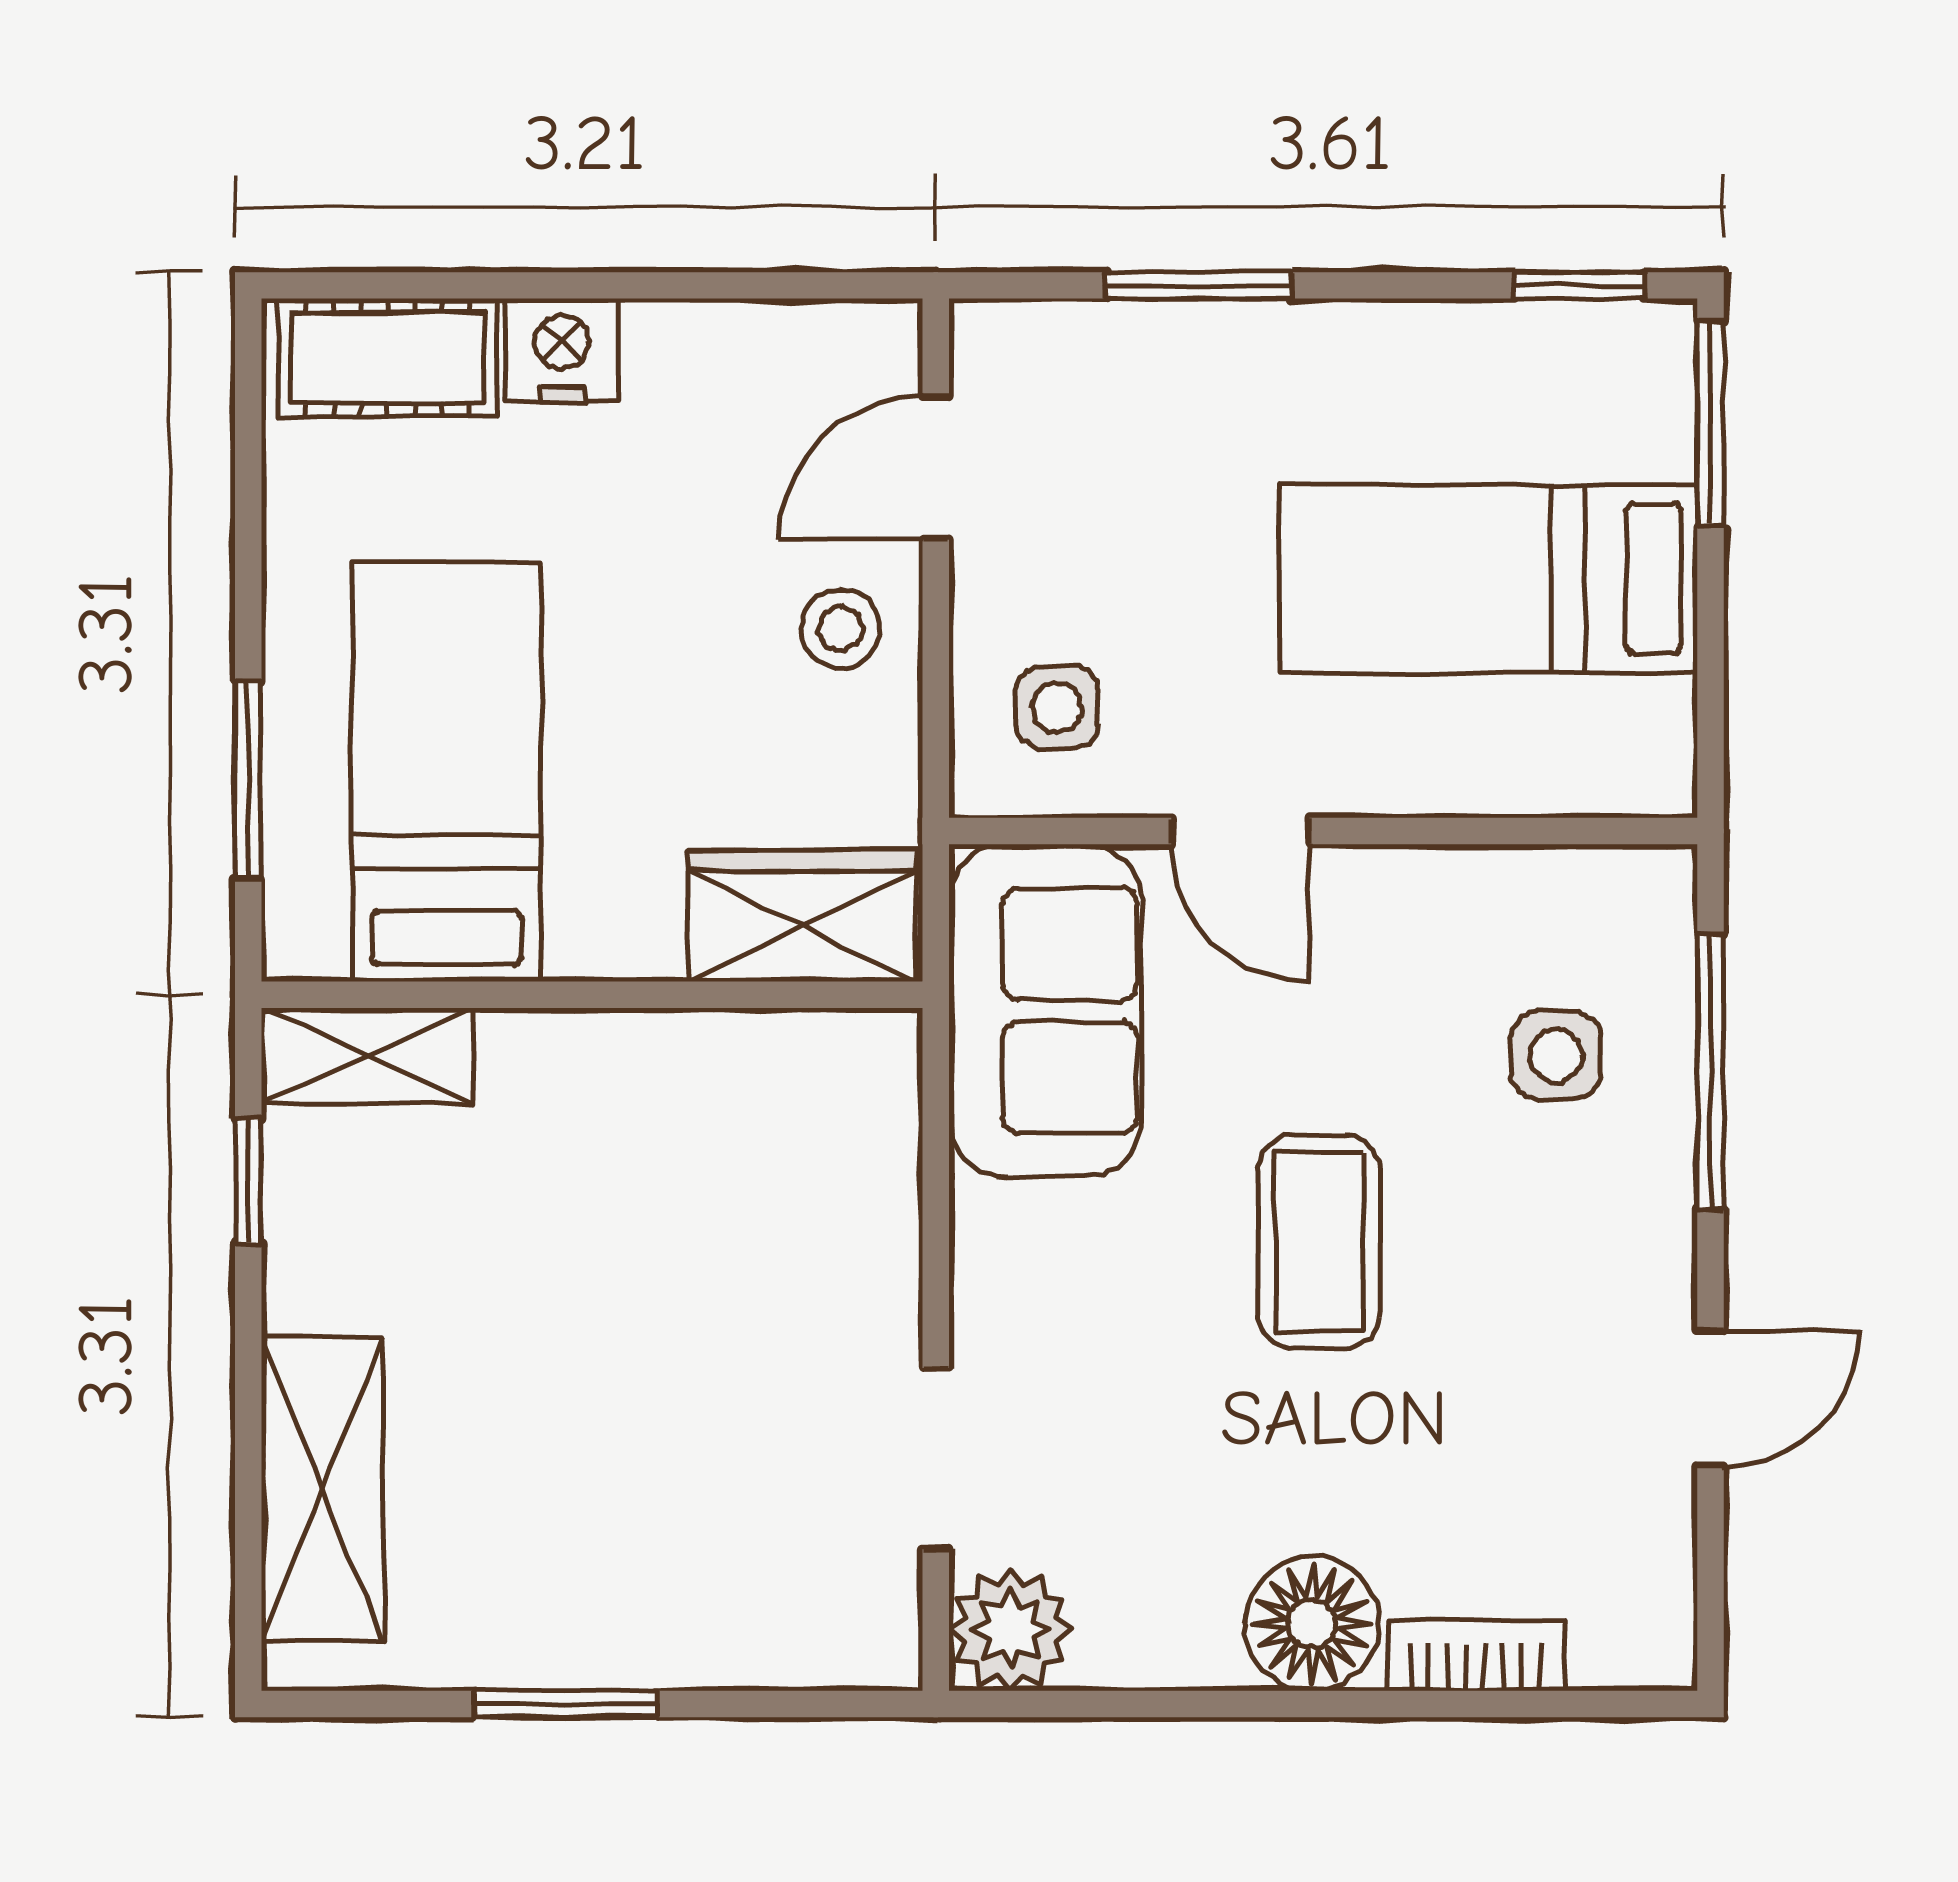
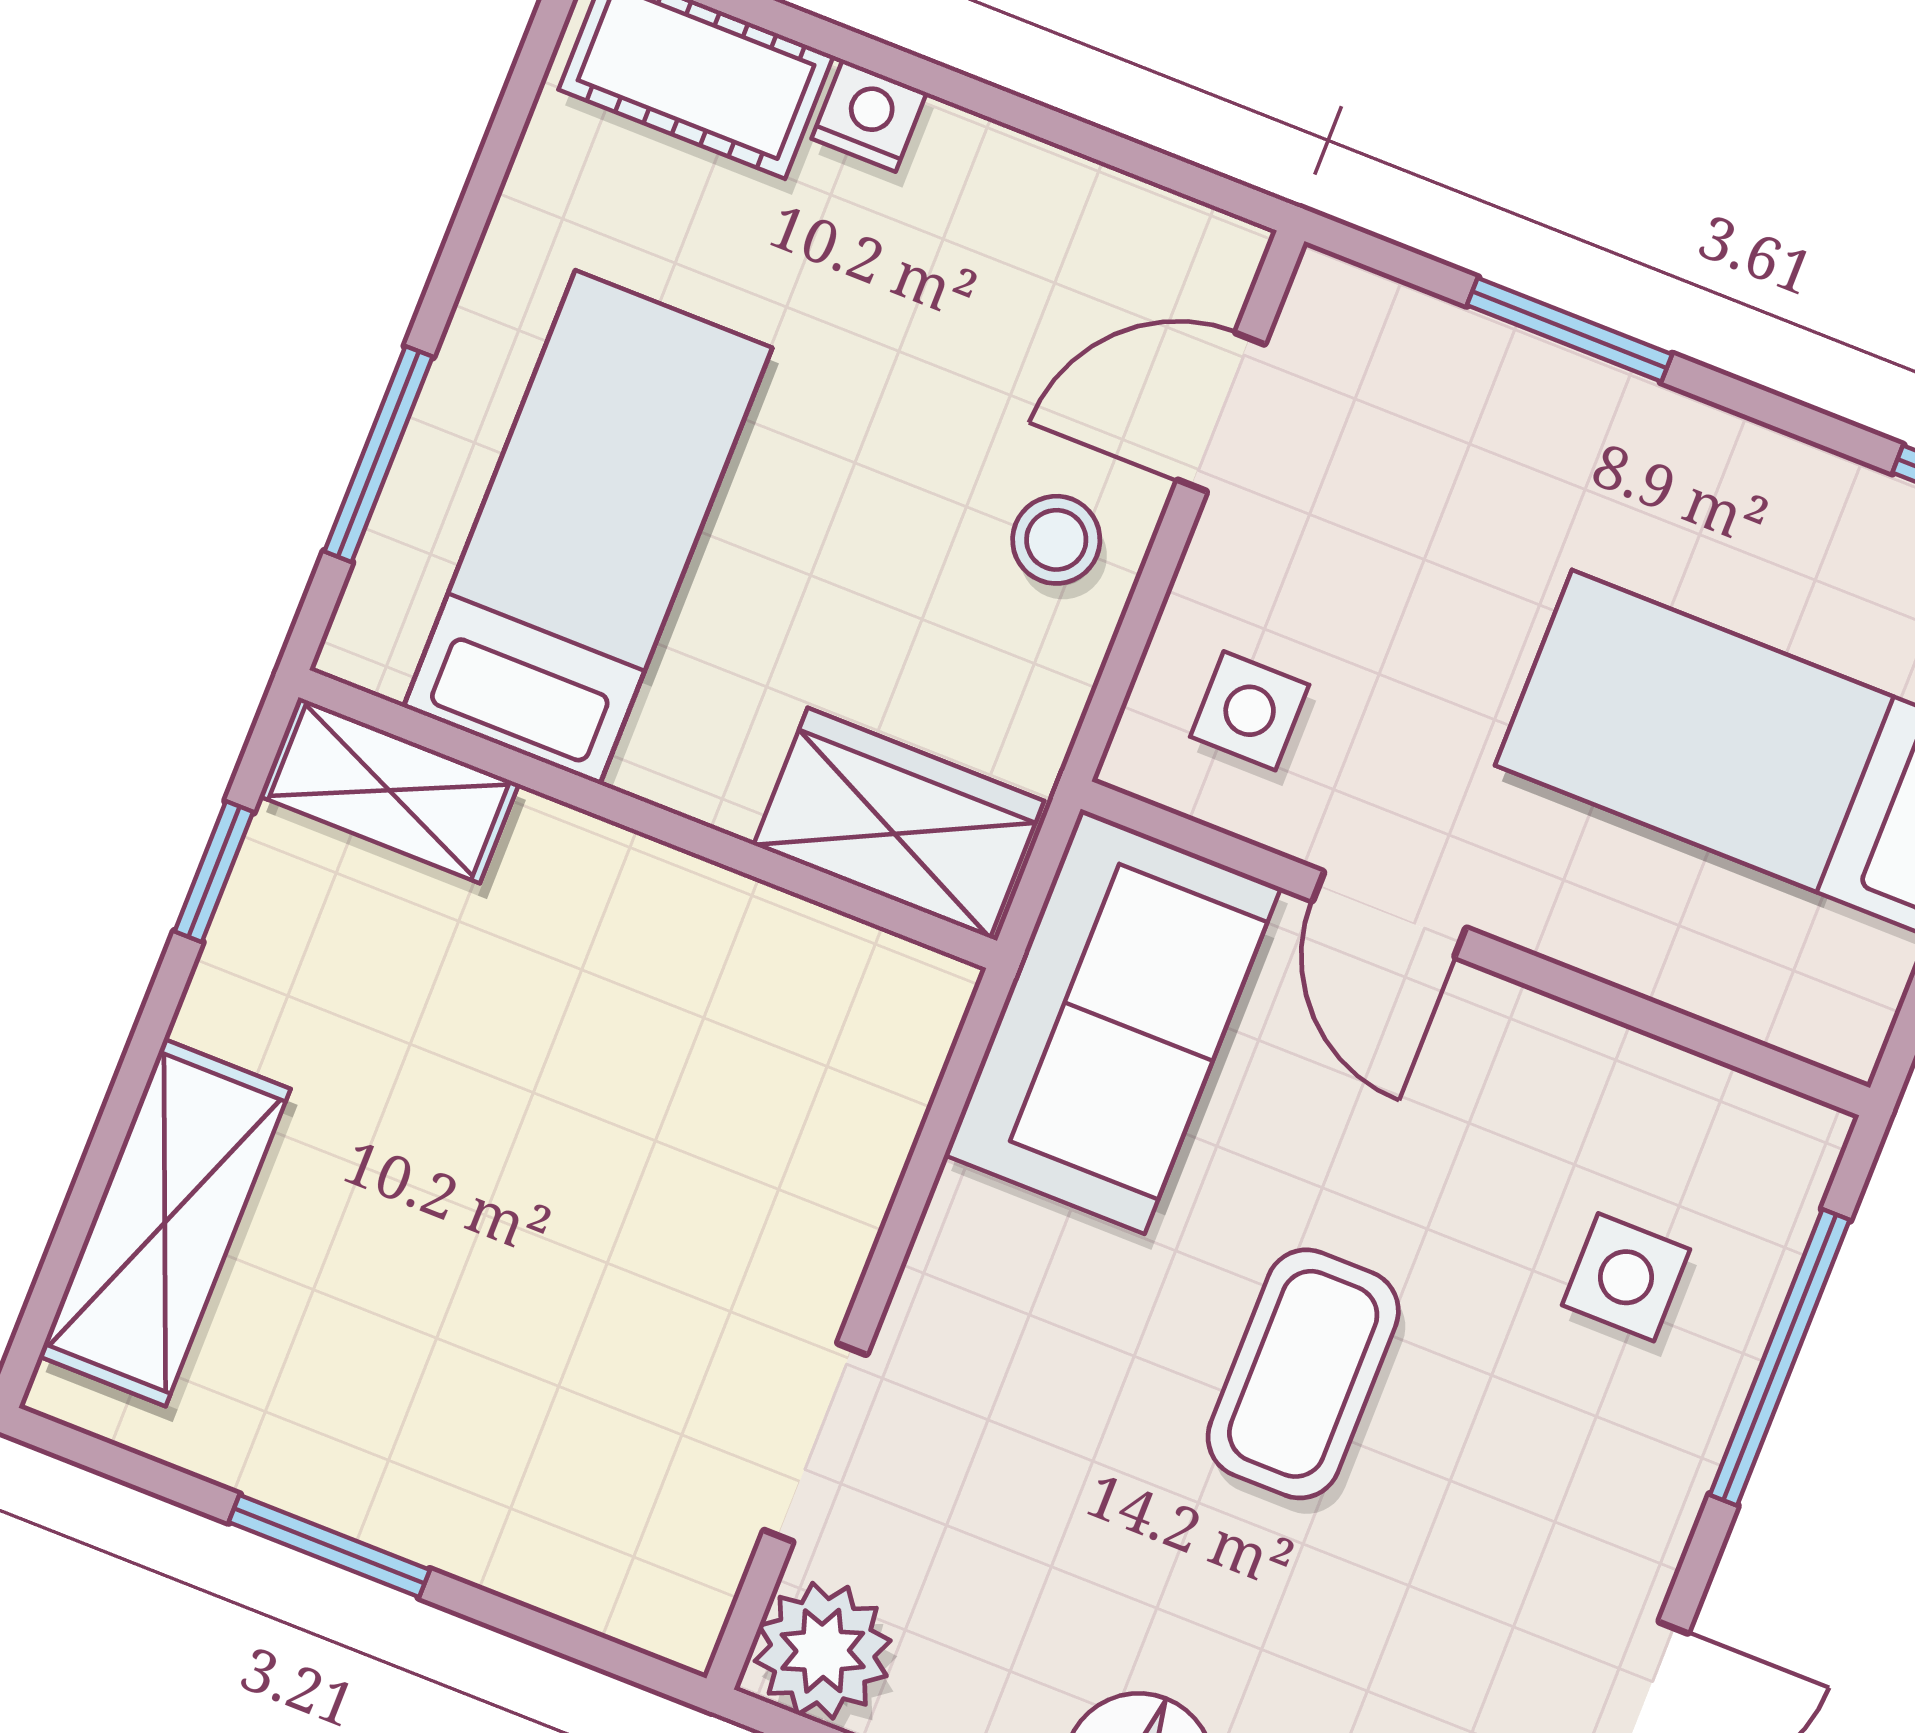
nightstand: (561, 350) -> (869, 116), width x0.72, depth x0.74

